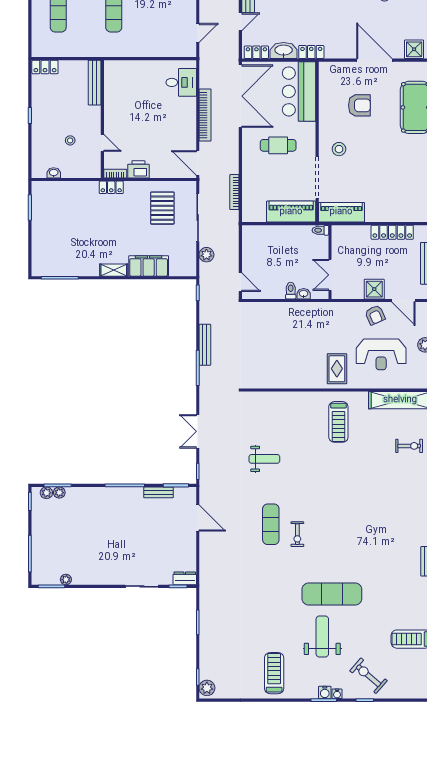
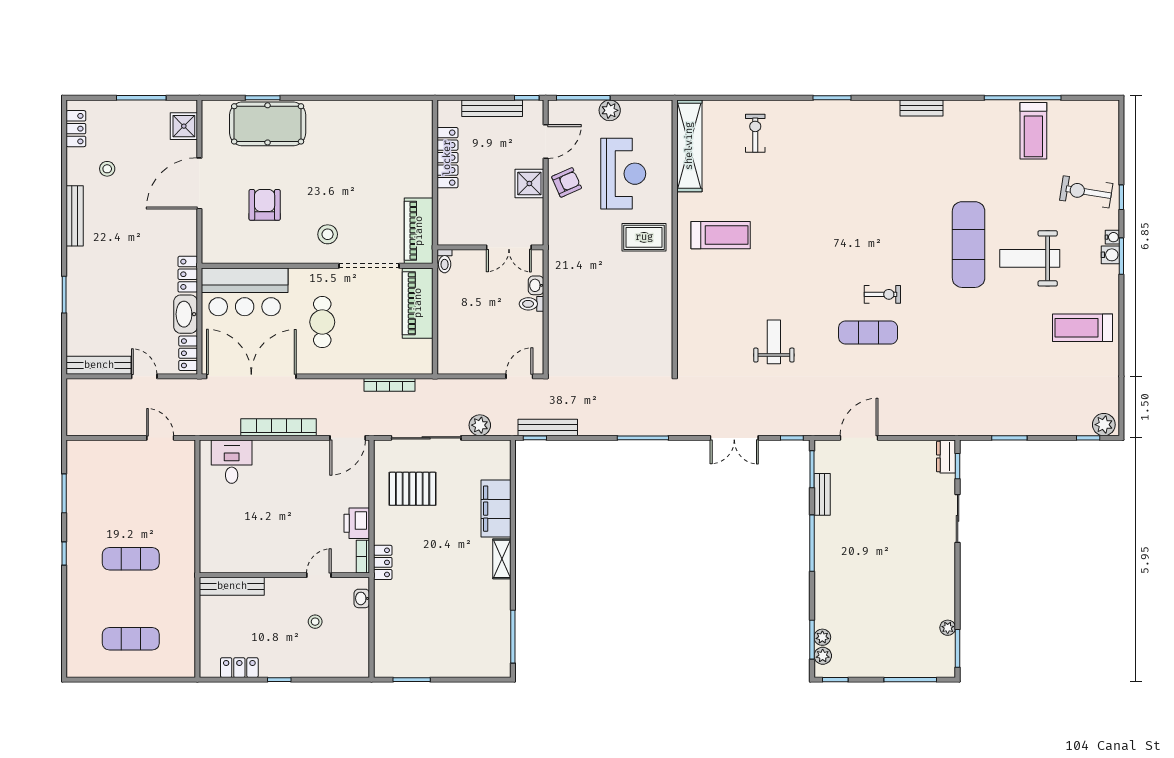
locker: (45, 67) -> (239, 668), moved, turned -90
washbasin: (54, 173) -> (362, 598), moved
bench: (205, 345) -> (548, 428), moved
exercise bike: (368, 676) -> (1086, 192), turned 58

